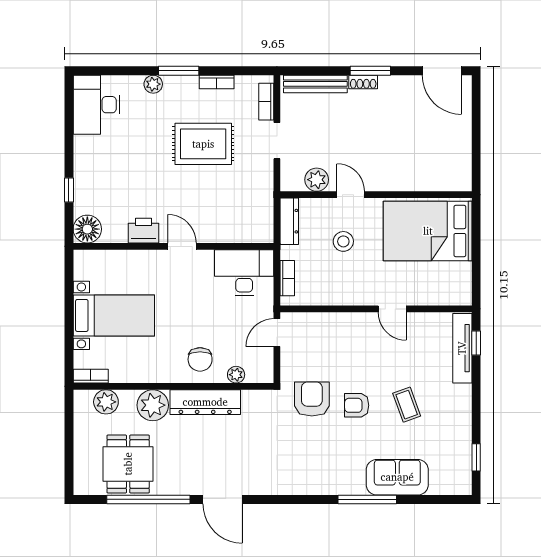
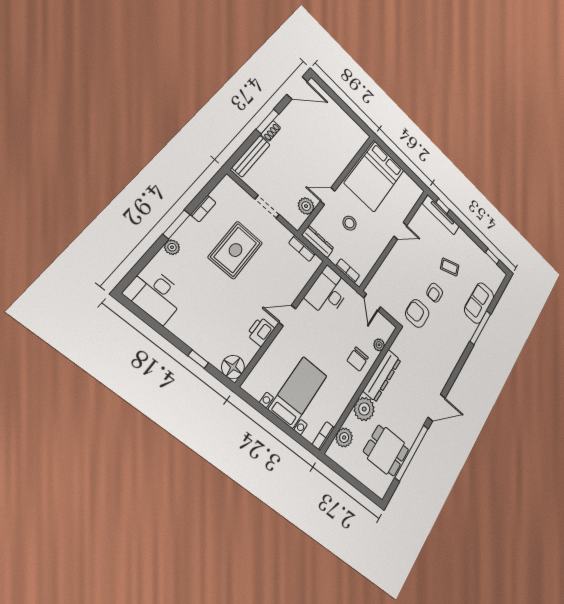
bookcase: (266, 102) -> (302, 248), moved
chair: (200, 359) -> (358, 359), turned 90

